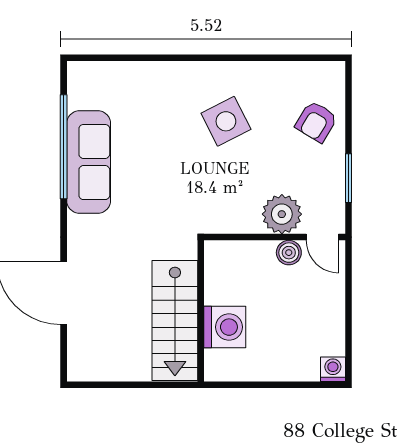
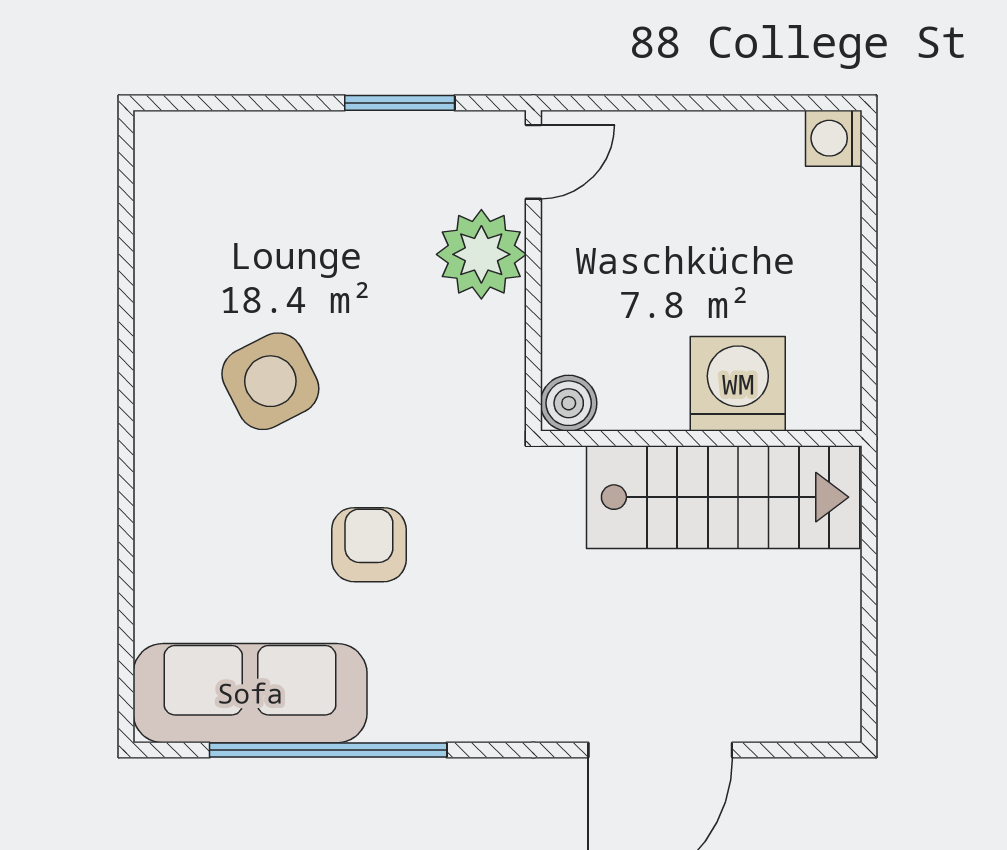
armchair: (316, 122) -> (369, 545), moved, turned -121
sofa: (89, 162) -> (250, 693), moved
boiler: (289, 253) -> (569, 403), moved

